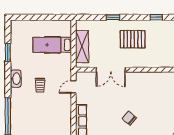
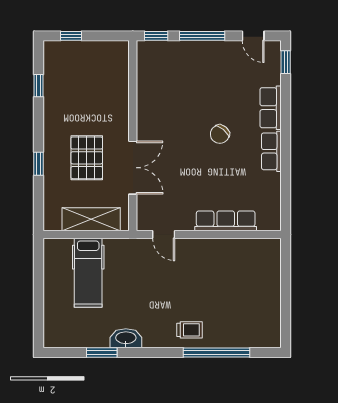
pallet: (133, 39) -> (87, 158), moved
washbasin: (16, 79) -> (126, 338), moved
trolley: (40, 85) -> (190, 330), moved

